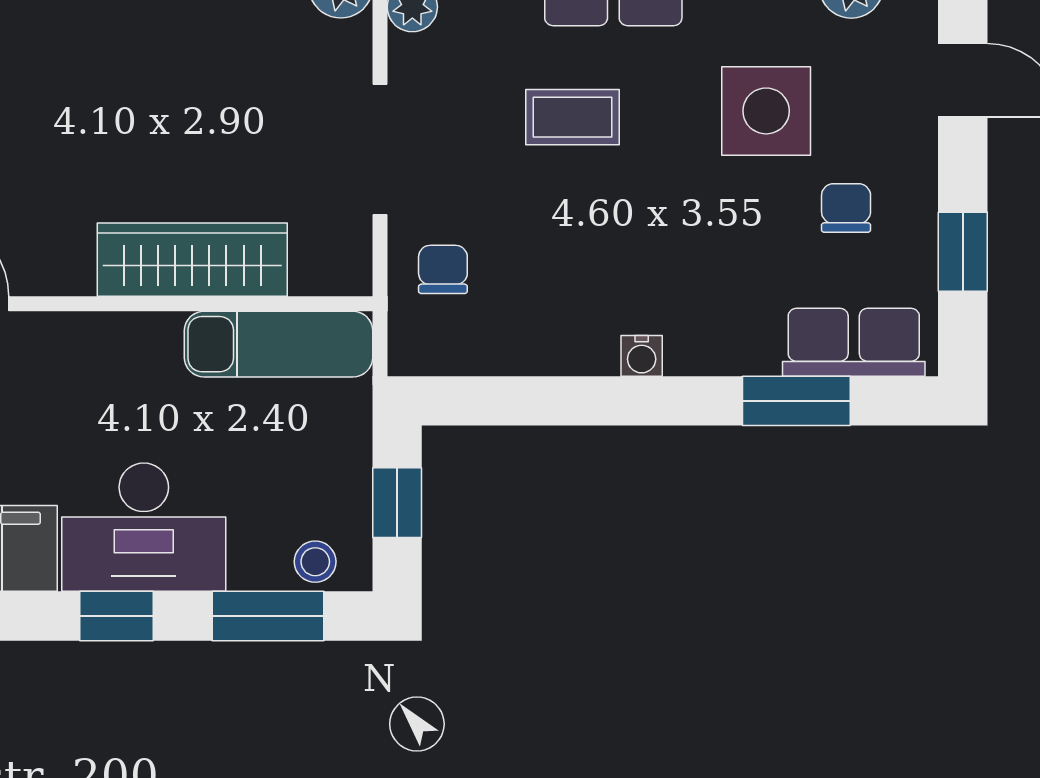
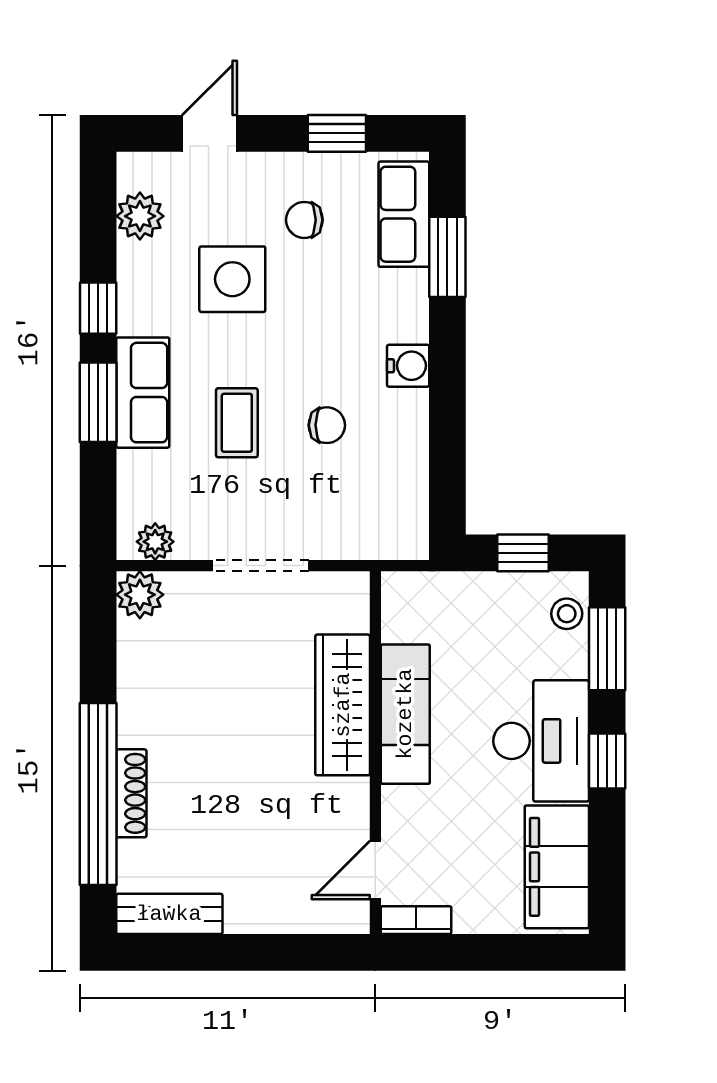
chair: (443, 269) -> (327, 425), moved, turned 180
exam couch: (278, 344) -> (405, 714), moved
water cooler: (642, 356) -> (408, 366), width x1.38, depth x1.38

